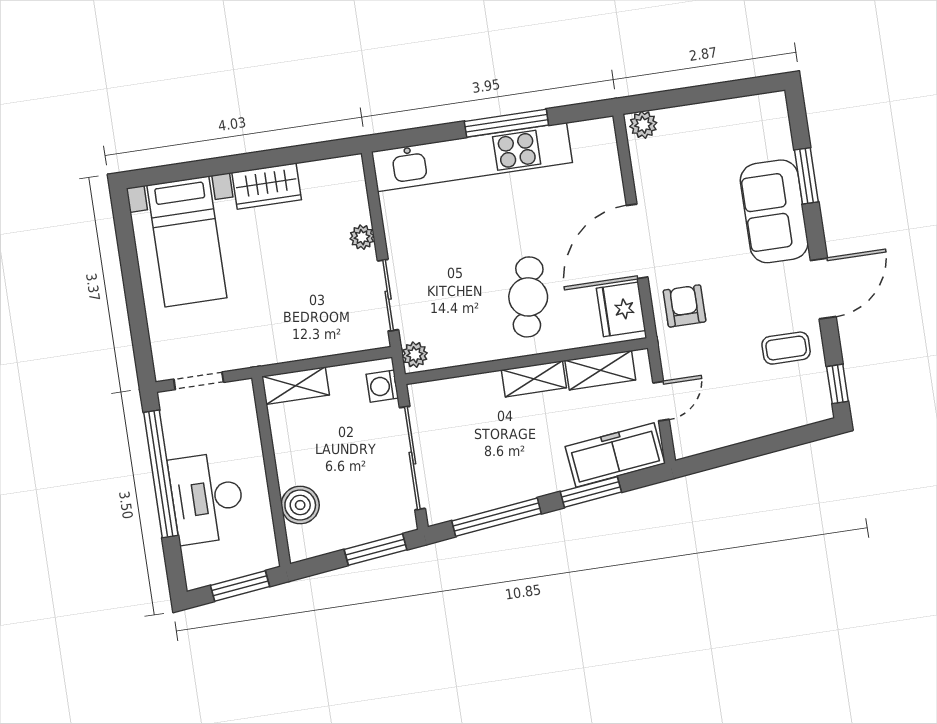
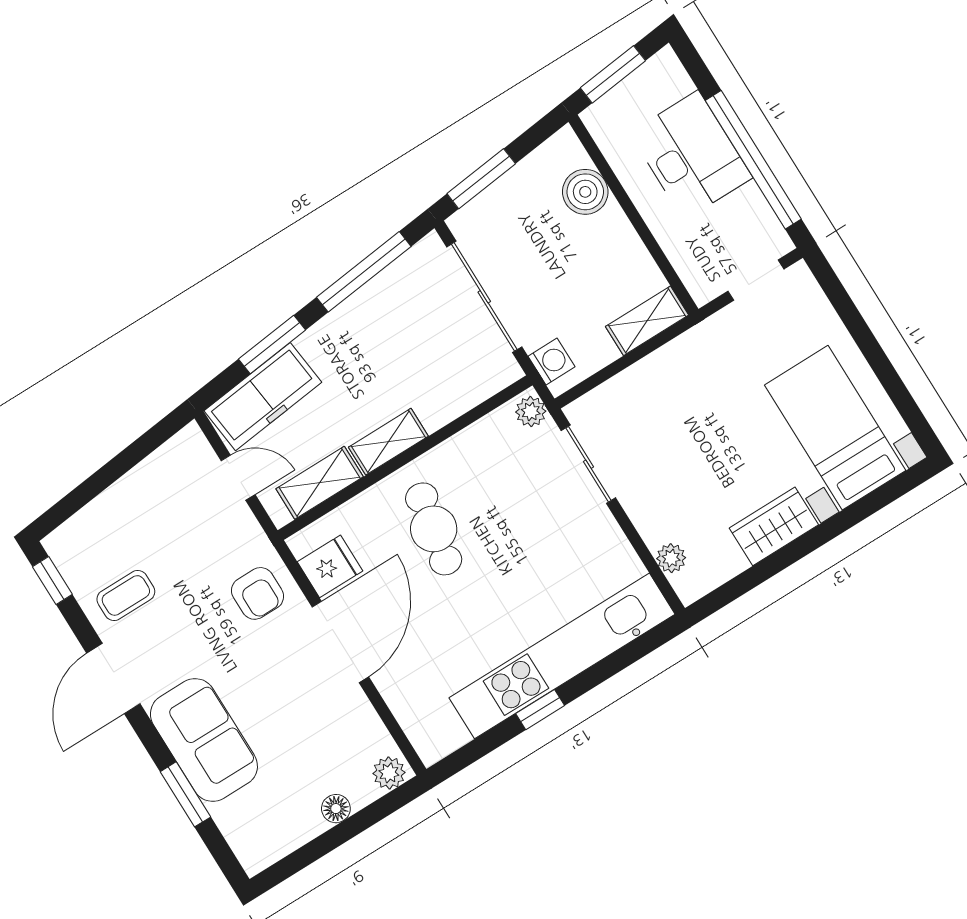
floor lamp: (696, 115) -> (336, 809), added
window: (506, 123) -> (540, 710), width x0.46
plant: (362, 237) -> (671, 558), moved
fridge: (621, 309) -> (330, 566), width x0.72
door: (661, 401) -> (238, 478), swing flipped

